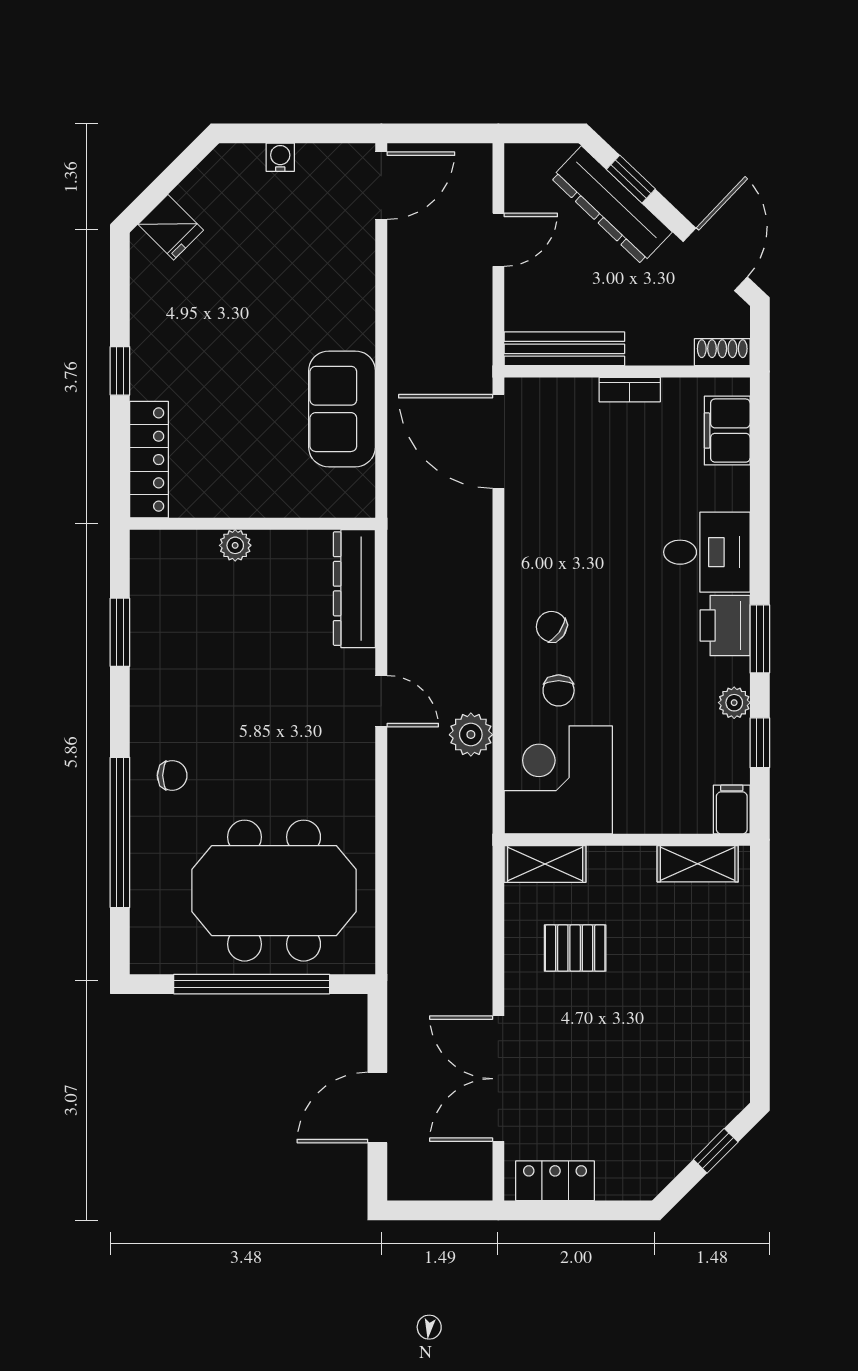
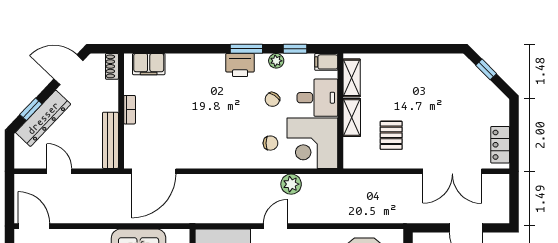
desk: (707, 552) -> (317, 98), moved, turned 90
chair: (552, 627) -> (272, 99), moved
shelving: (545, 864) -> (352, 117), moved

